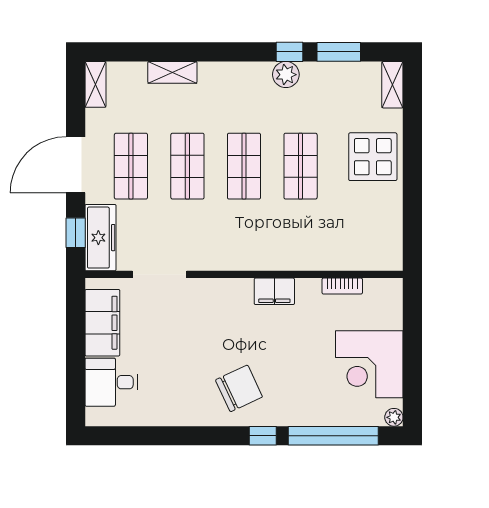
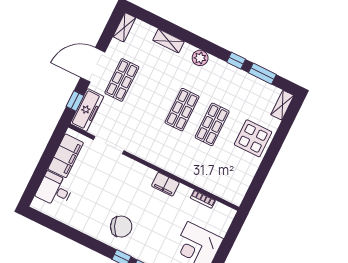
plant: (286, 75) -> (200, 58), moved
shop shelf: (187, 166) -> (152, 95), removed

